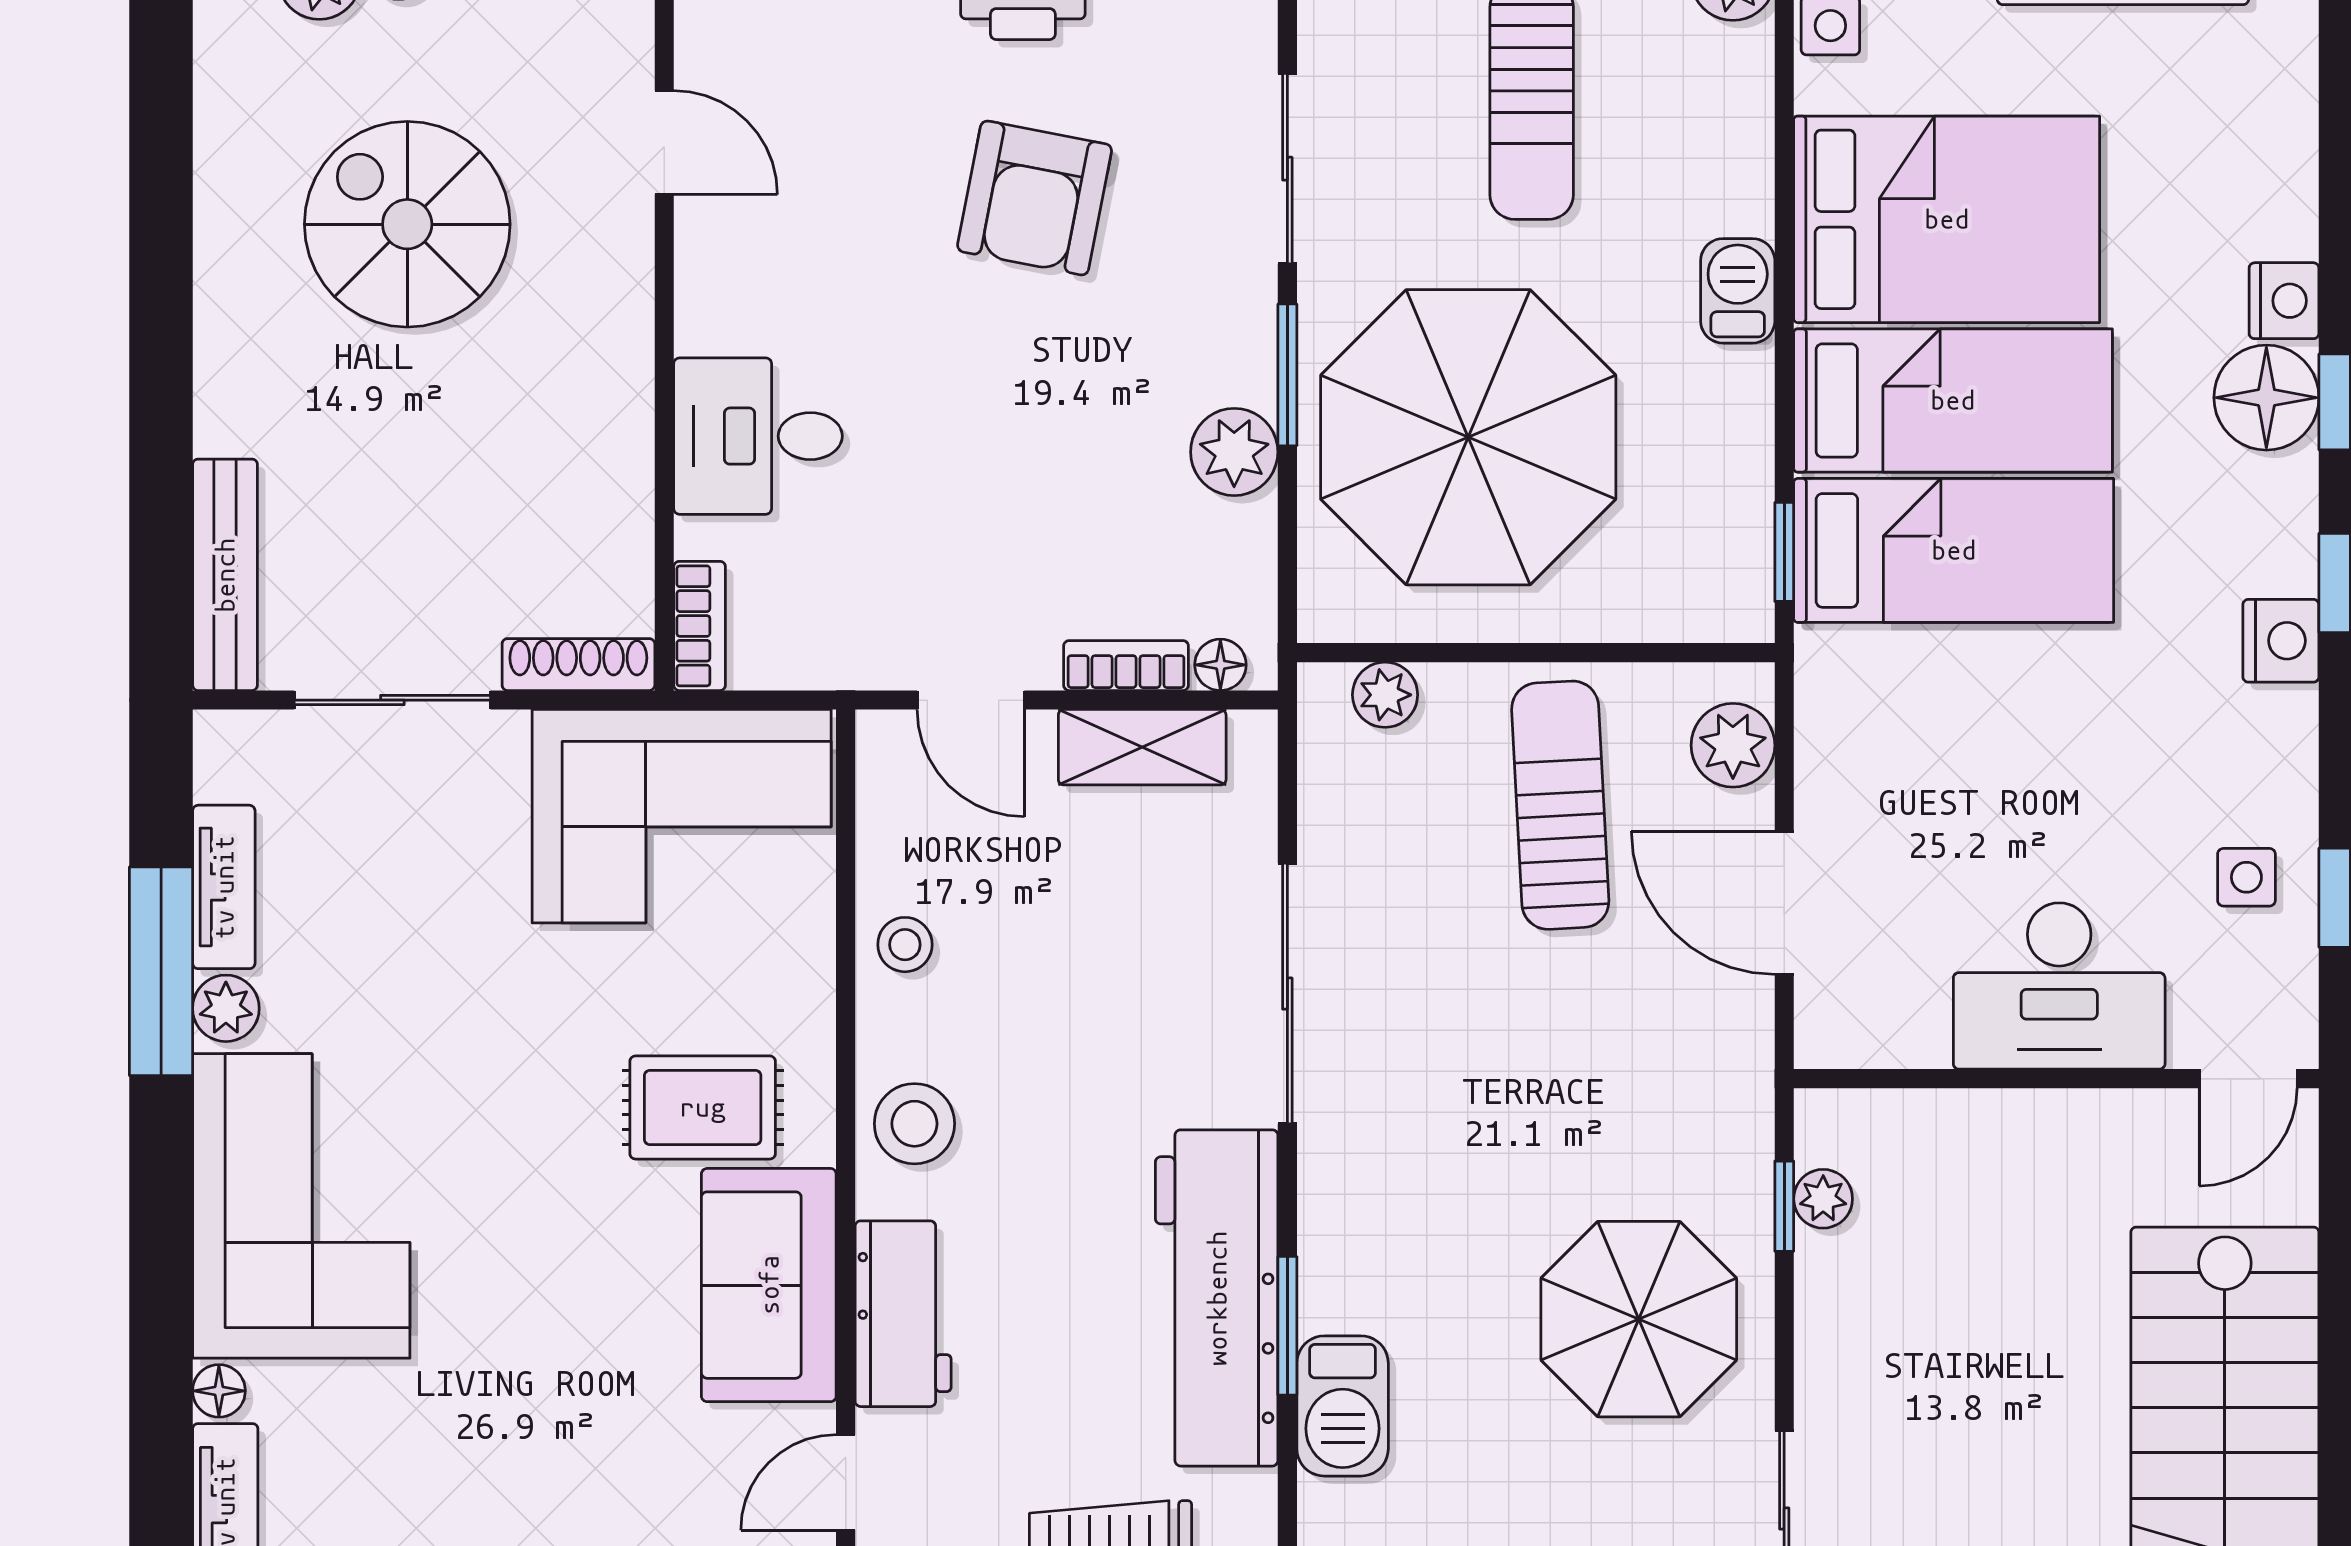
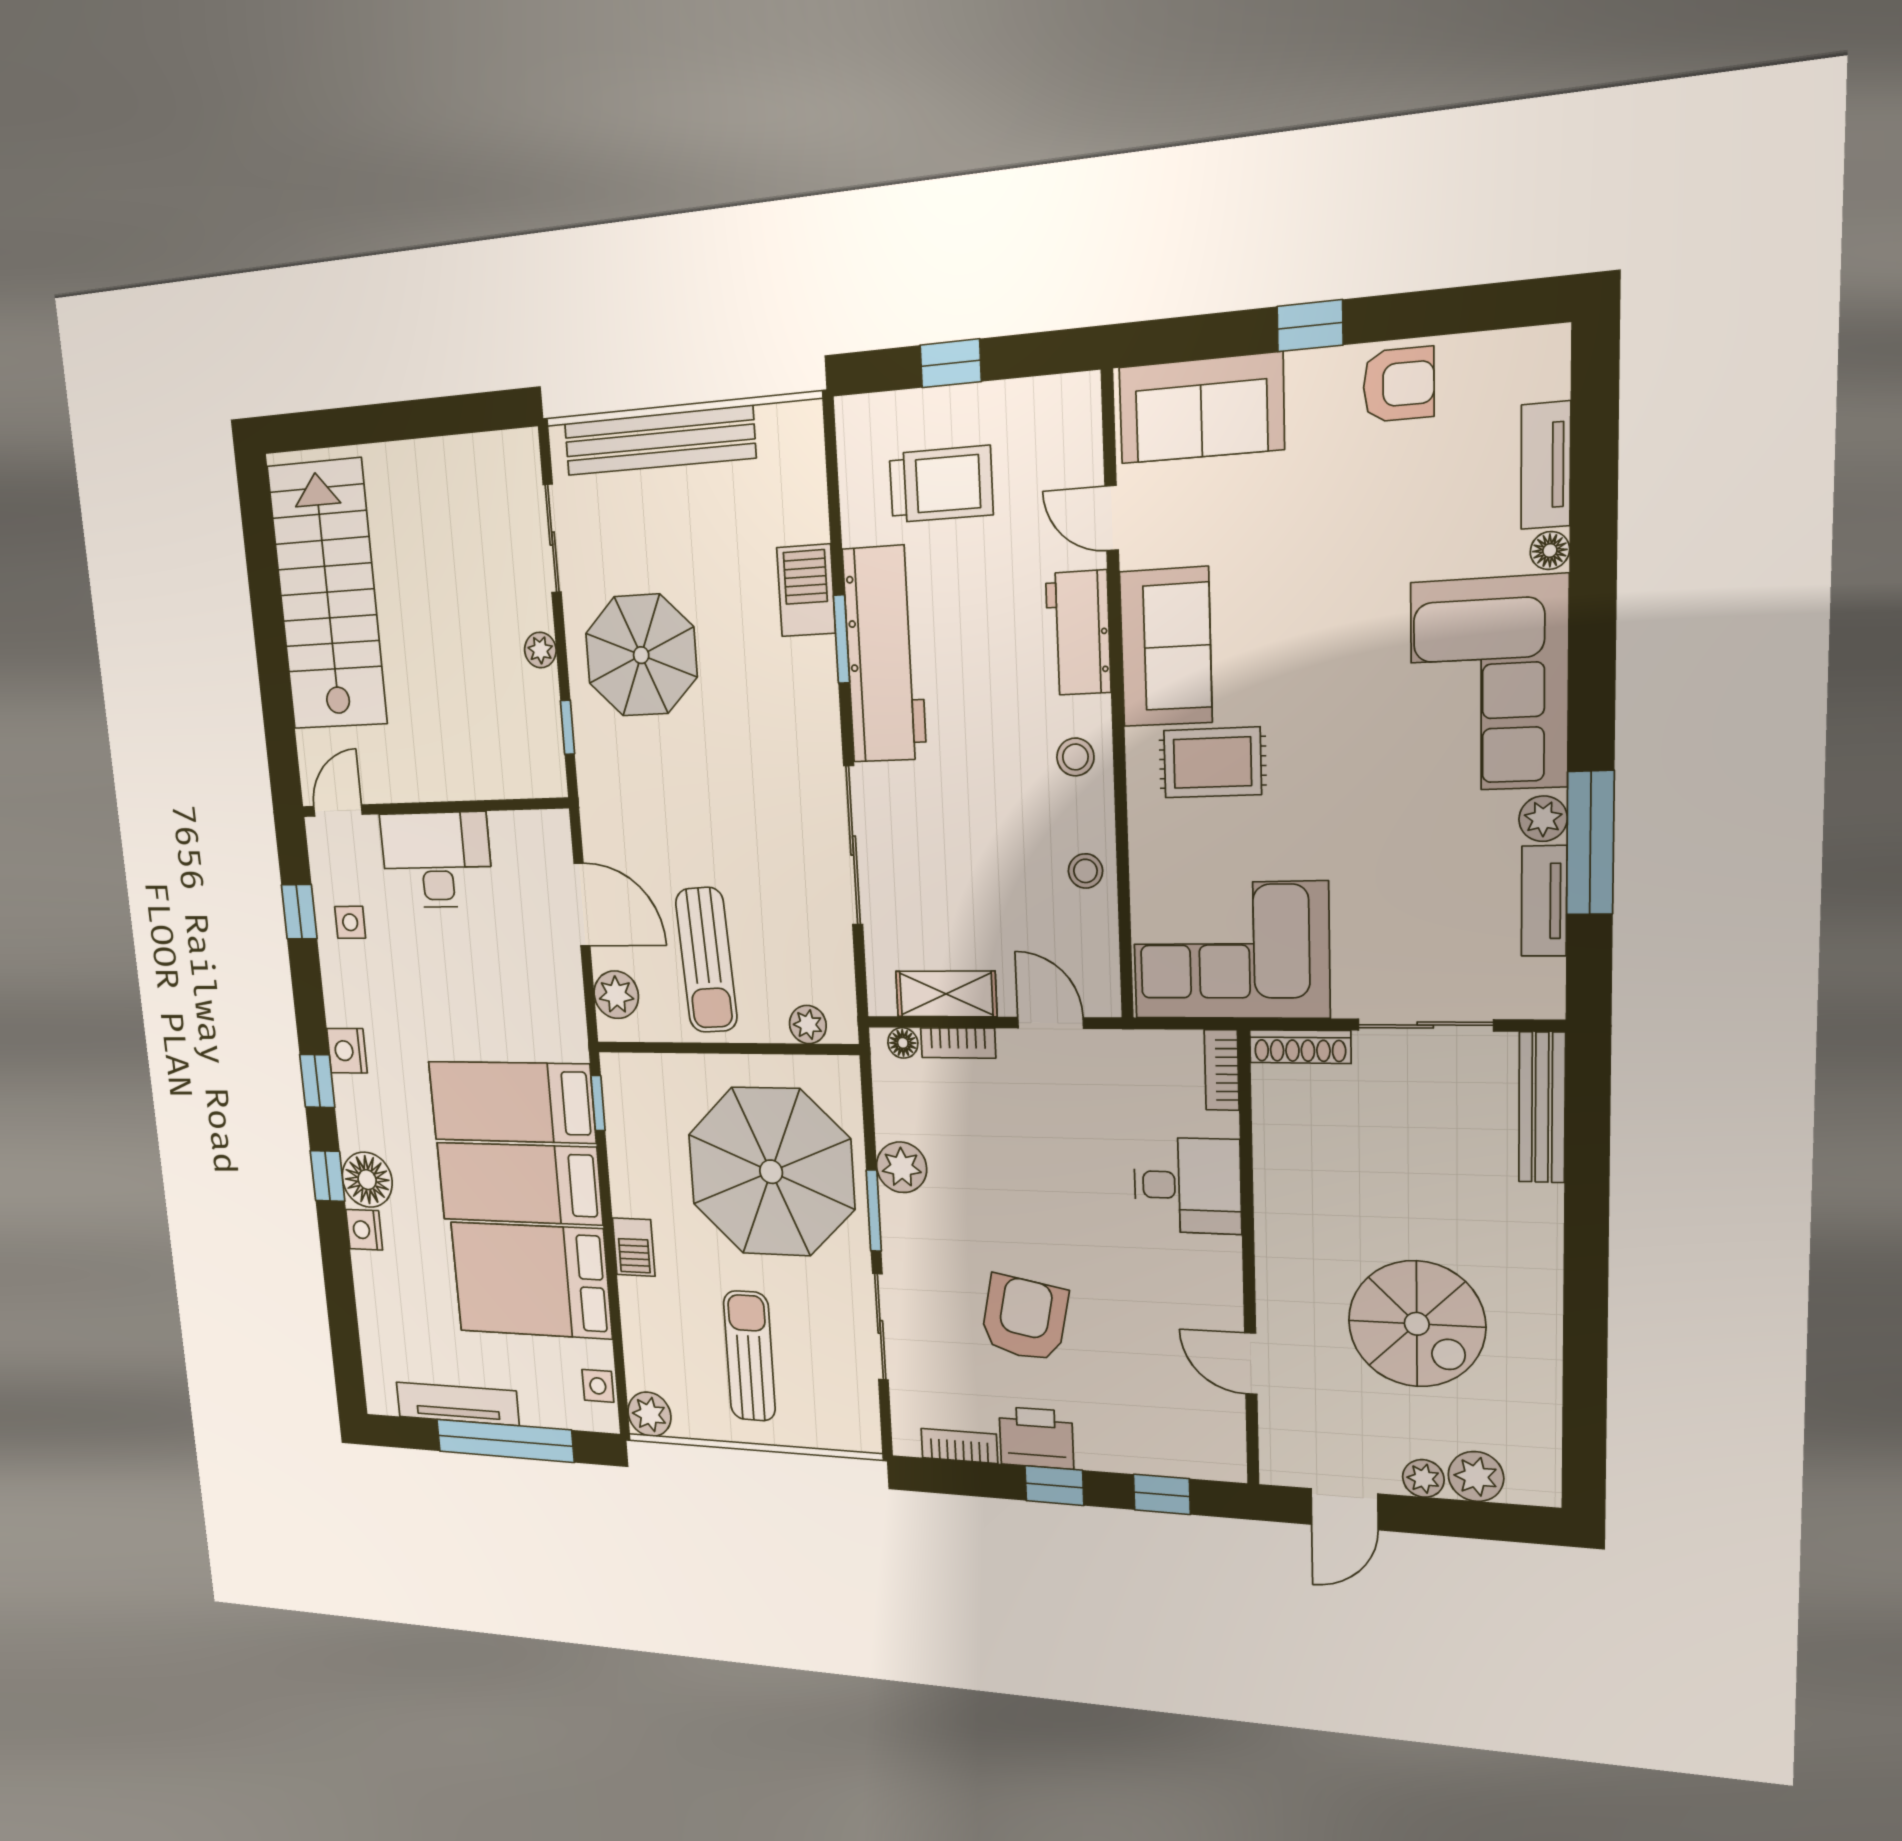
stool: (914, 1124) -> (1075, 757), width x0.73, depth x0.73
plant: (1823, 1199) -> (540, 650), moved
door: (846, 1482) -> (1112, 518), swing flipped

